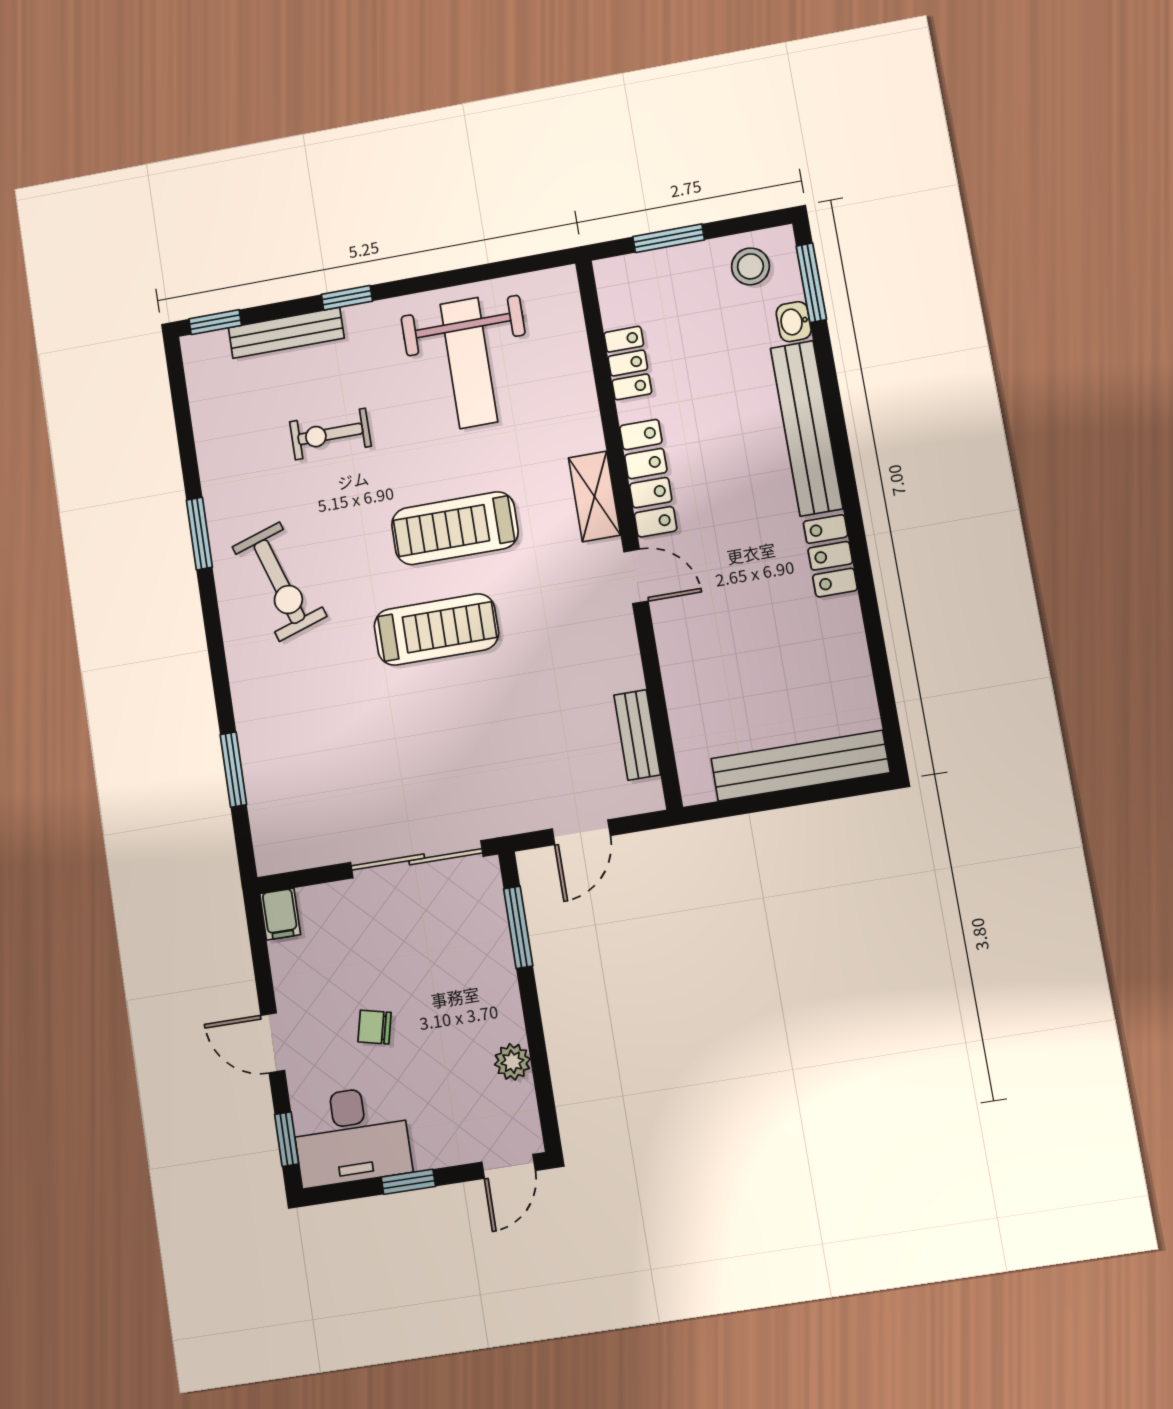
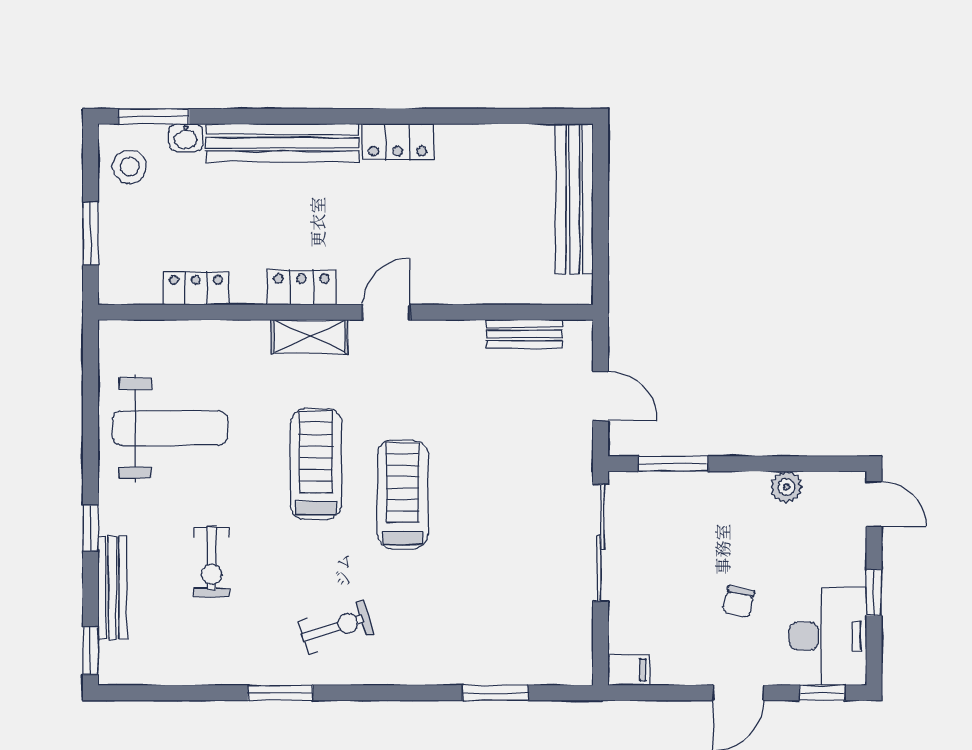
locker: (648, 478) -> (302, 287), width x0.66
treadmill: (455, 528) -> (316, 464), turned 180
exercise bike: (279, 582) -> (336, 627), width x0.73, depth x0.72

